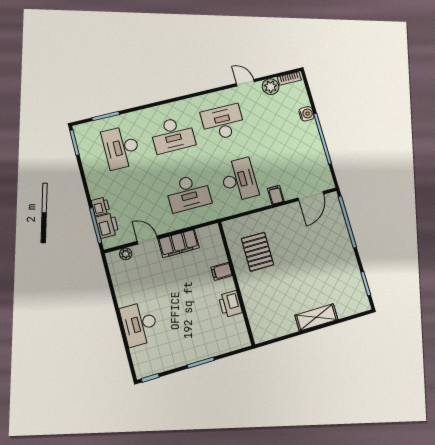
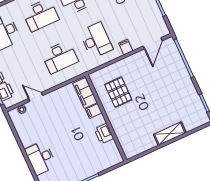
filing cabinet: (179, 243) -> (85, 93), moved, turned 90

